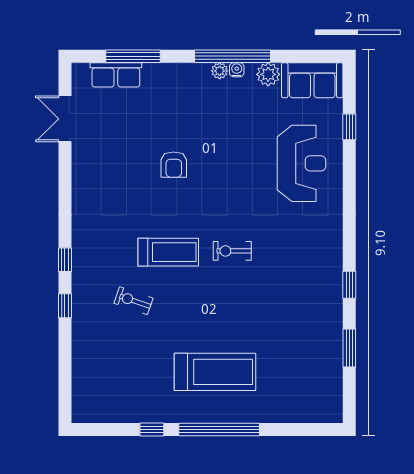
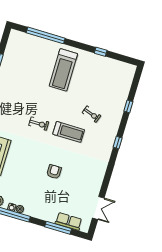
treadmill: (168, 252) -> (69, 132), turned 180
window: (65, 306) -> (128, 106), moved
treadmill: (215, 372) -> (63, 70), turned -90
window: (219, 430) -> (46, 35), moved

